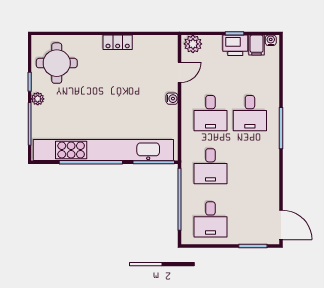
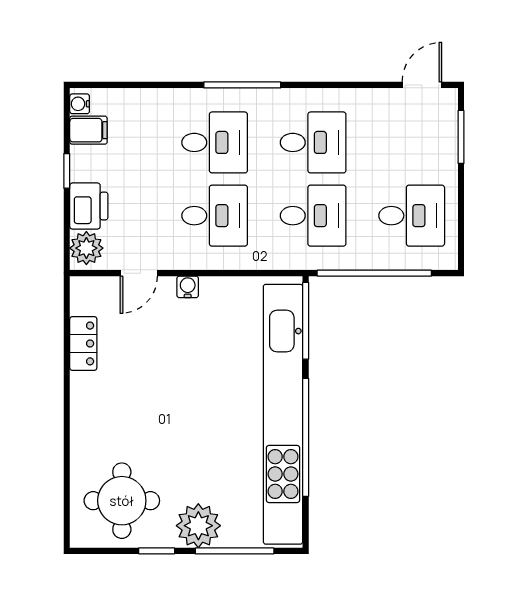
locker: (118, 42) -> (83, 343), moved
printer: (235, 45) -> (89, 206), moved
door: (179, 72) -> (139, 273), swing flipped
plant: (38, 99) -> (198, 526), width x1.88, depth x1.88
desk: (250, 166) -> (313, 142), added
door: (281, 225) -> (422, 85), width x0.73

